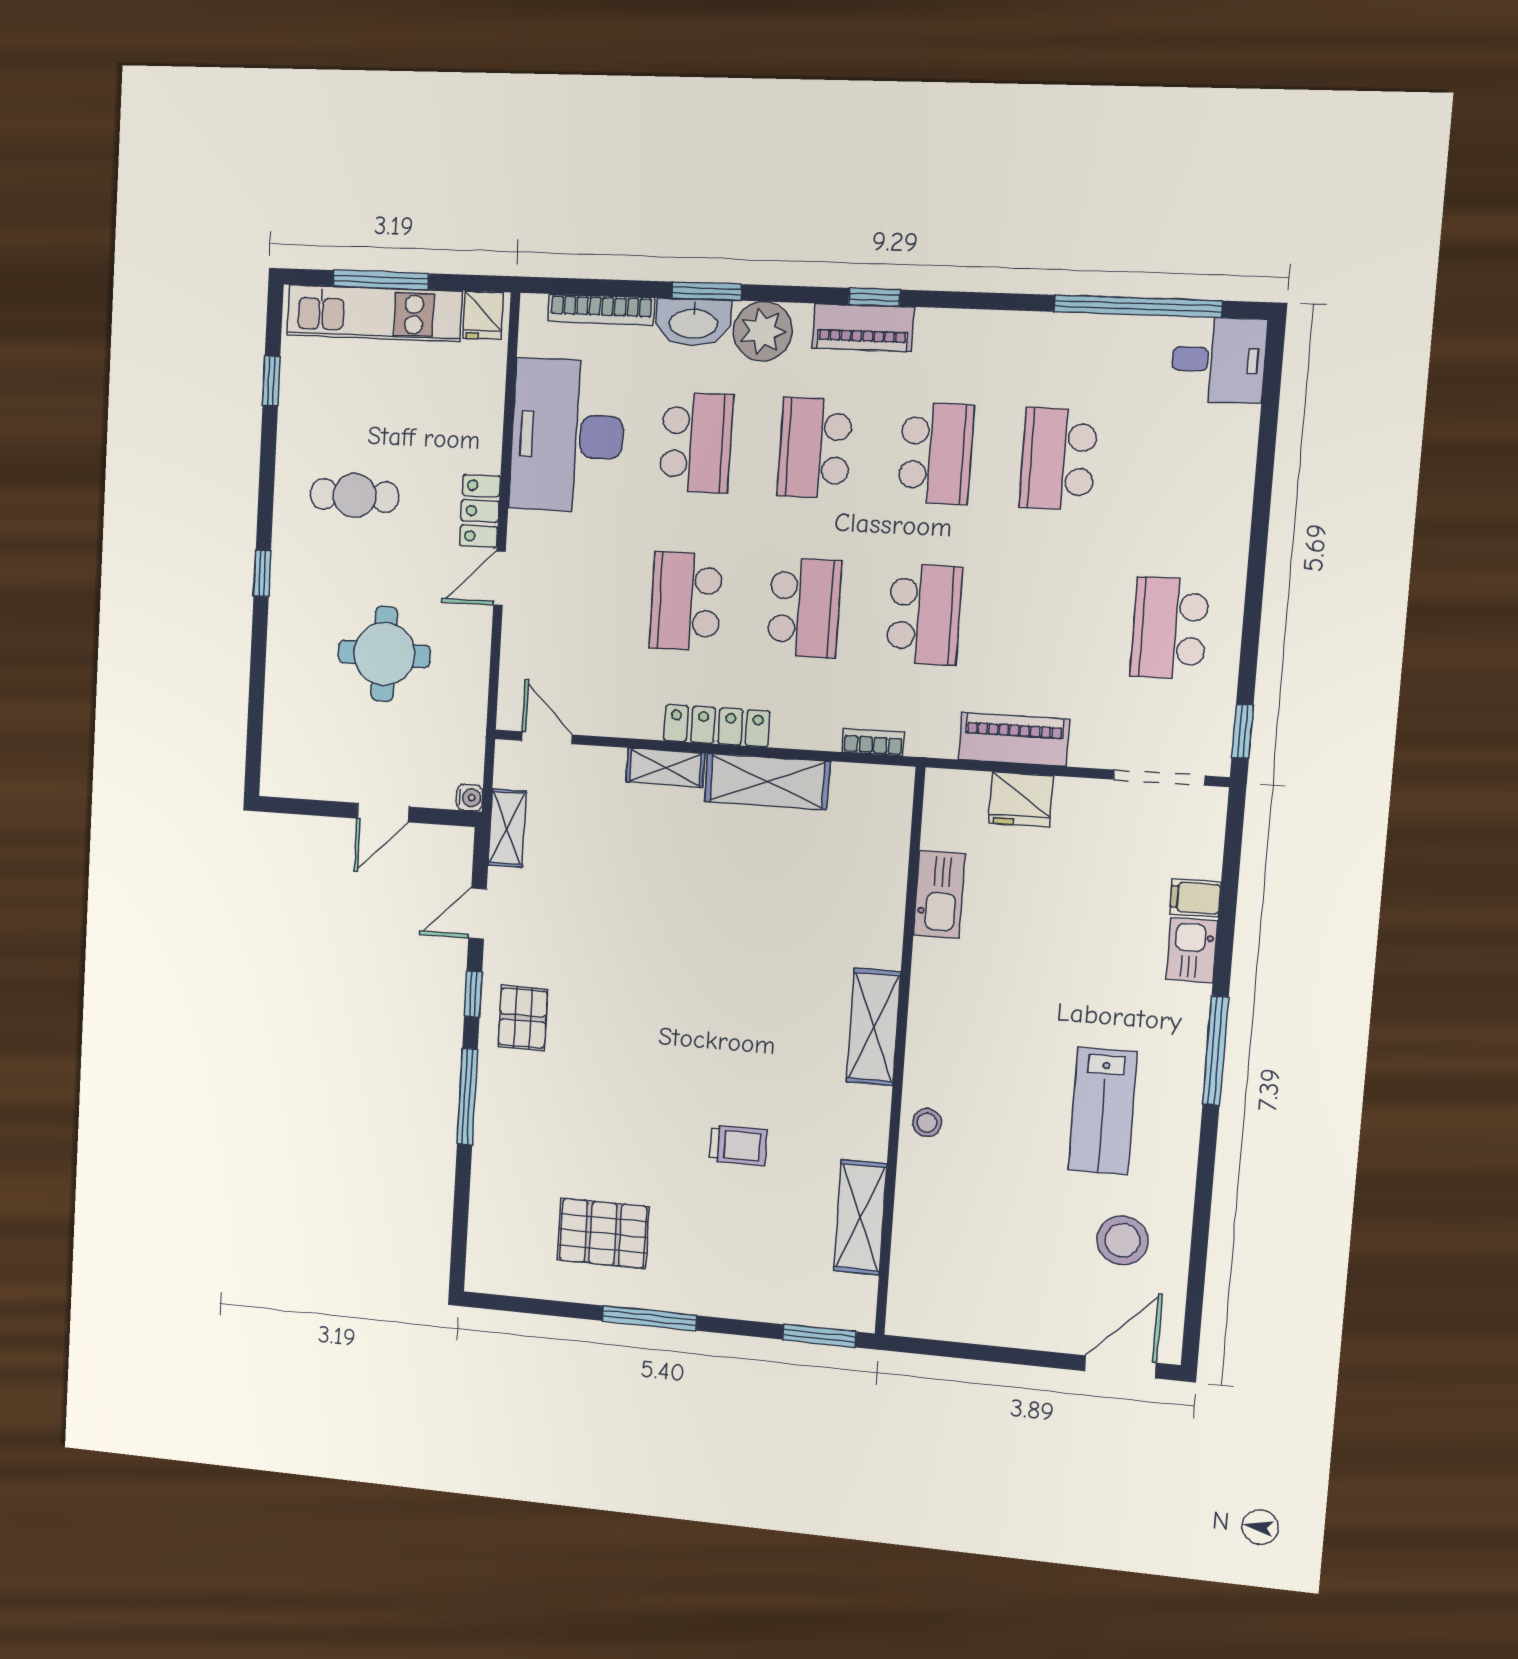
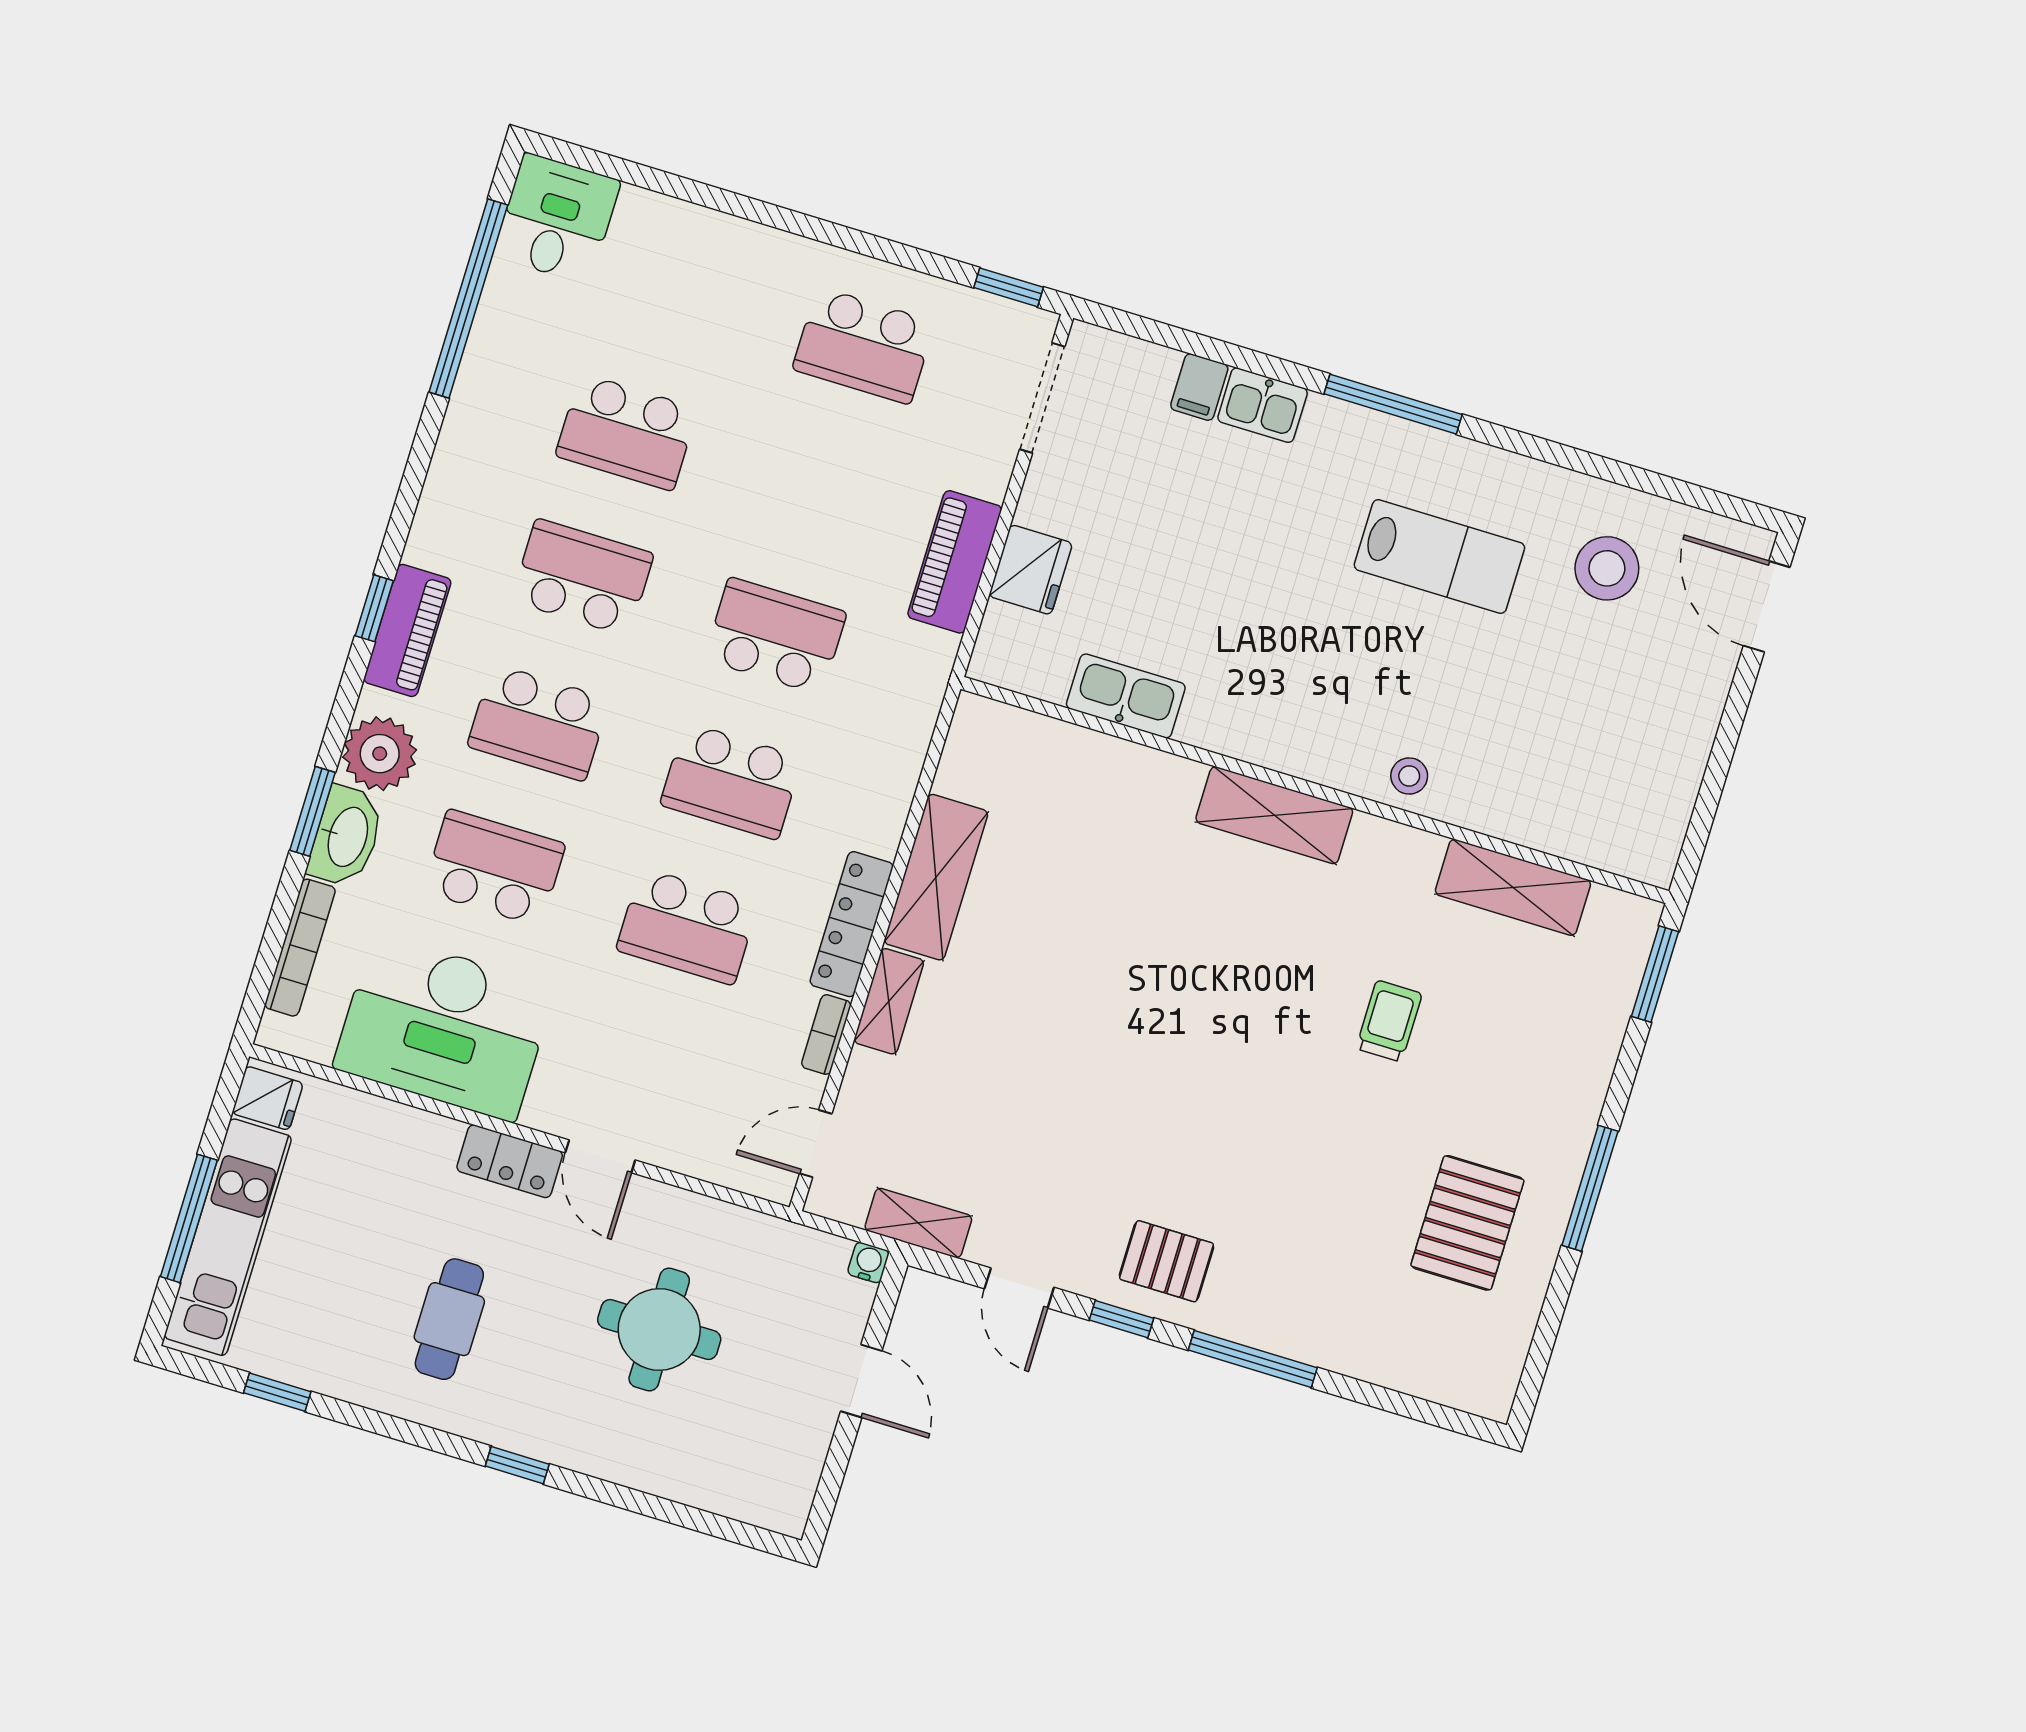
school desk: (804, 608) -> (731, 781), turned 180
bookcase: (873, 742) -> (826, 1034), moved

